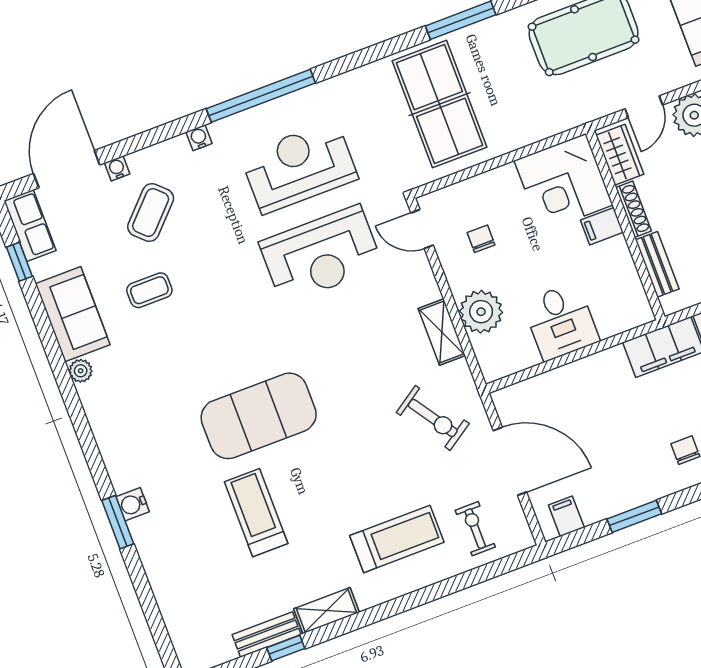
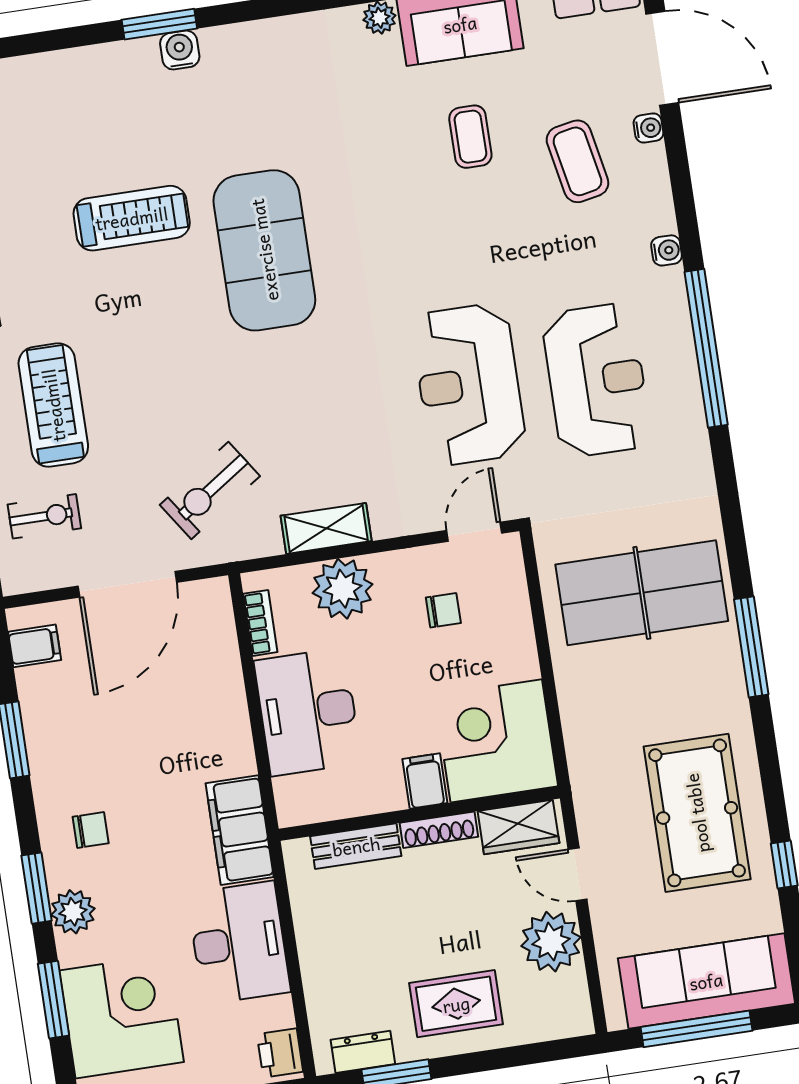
coffee table: (151, 213) -> (577, 161), turned 35
desk: (561, 321) -> (308, 712), width x1.37
bookcase: (517, 363) -> (260, 623), added
treadmill: (397, 539) -> (53, 405), turned 180

